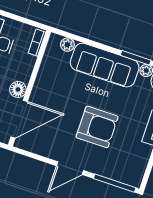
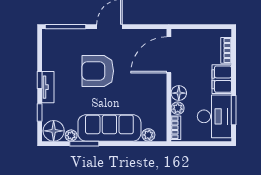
plant: (29, 62) -> (178, 108), added
floor lamp: (18, 90) -> (179, 93), moved

